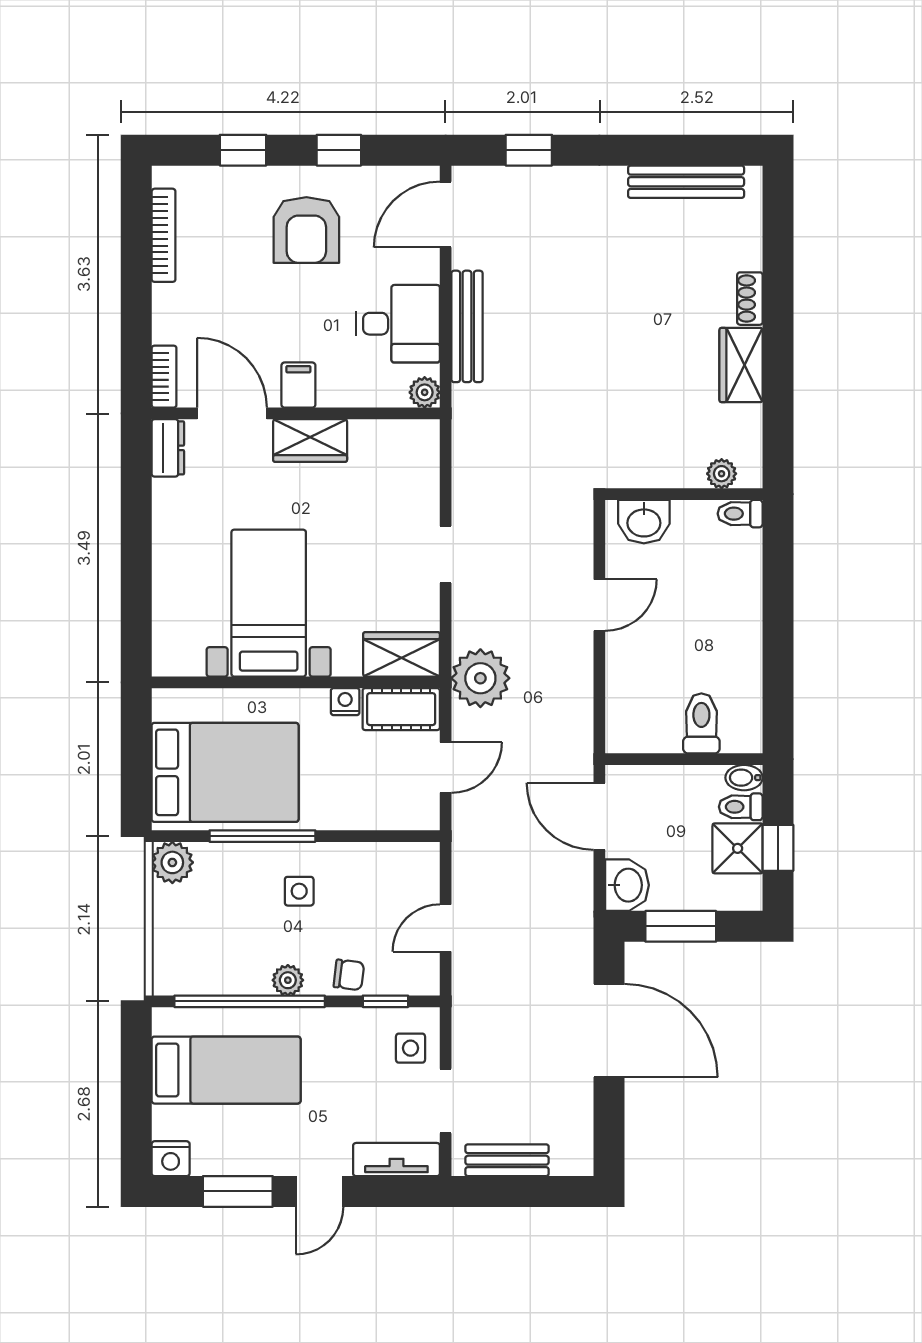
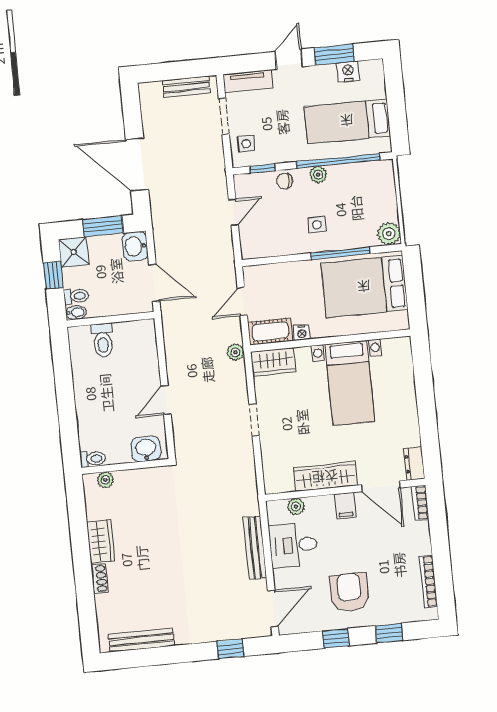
plant: (425, 392) -> (296, 507), moved
wardrobe: (310, 441) -> (325, 477), width x1.50
plant: (480, 678) -> (235, 352), width x0.53, depth x0.53
shower: (738, 848) -> (74, 252), moved
nightstand: (171, 1159) -> (348, 72), moved

